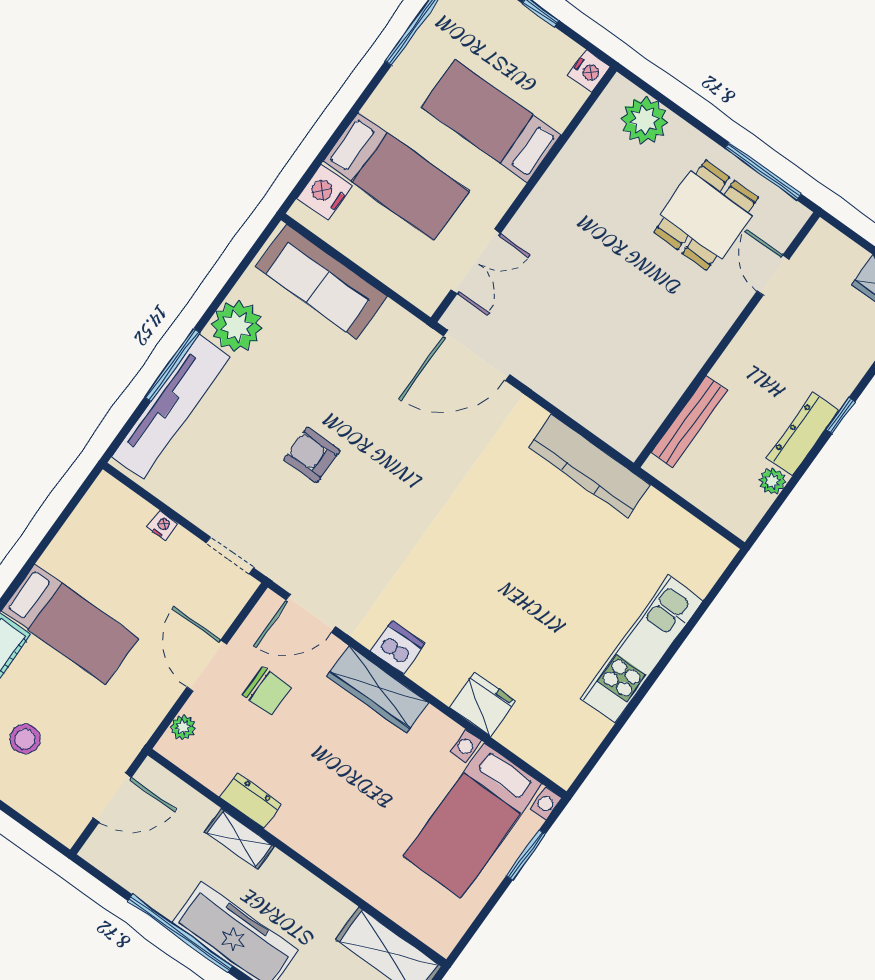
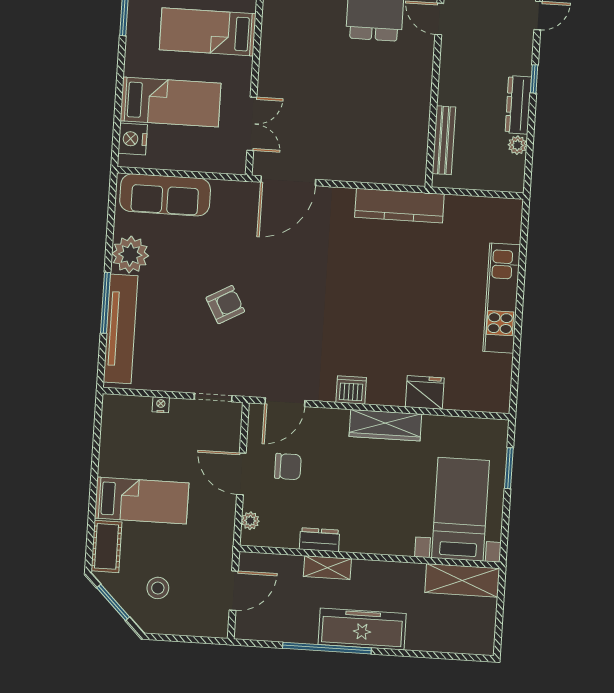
armchair: (312, 455) -> (225, 305), turned 151
wardrobe: (378, 689) -> (385, 425), moved
bed with nightstands: (473, 820) -> (461, 509), moved, turned 180

